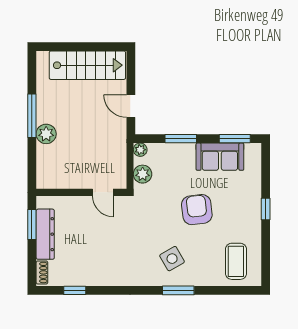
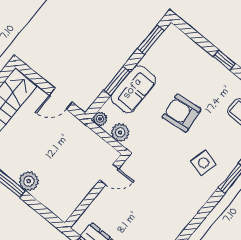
sofa: (220, 157) -> (133, 89), moved
side table: (172, 259) -> (204, 163), turned 45

